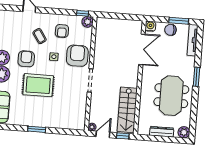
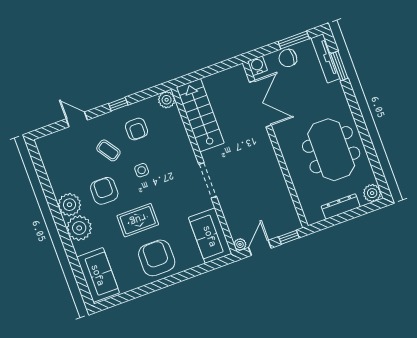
window: (83, 13) -> (118, 104), moved
armchair: (77, 56) -> (157, 258), moved
window: (196, 77) -> (339, 66), moved
rug: (38, 85) -> (138, 220), width x0.73, depth x0.70
stairs: (127, 110) -> (200, 115), moved, turned 180
sofa: (77, 114) -> (210, 236), added
window: (37, 129) -> (164, 283), removed

